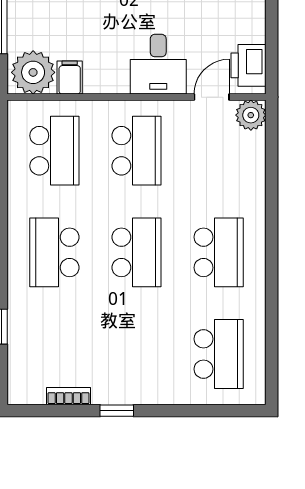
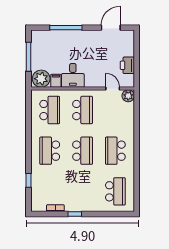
desk: (158, 64) -> (73, 75), moved
printer: (249, 65) -> (127, 65), moved
door: (212, 97) -> (113, 89), hinge flipped
school desk: (219, 252) -> (115, 151), turned 180

